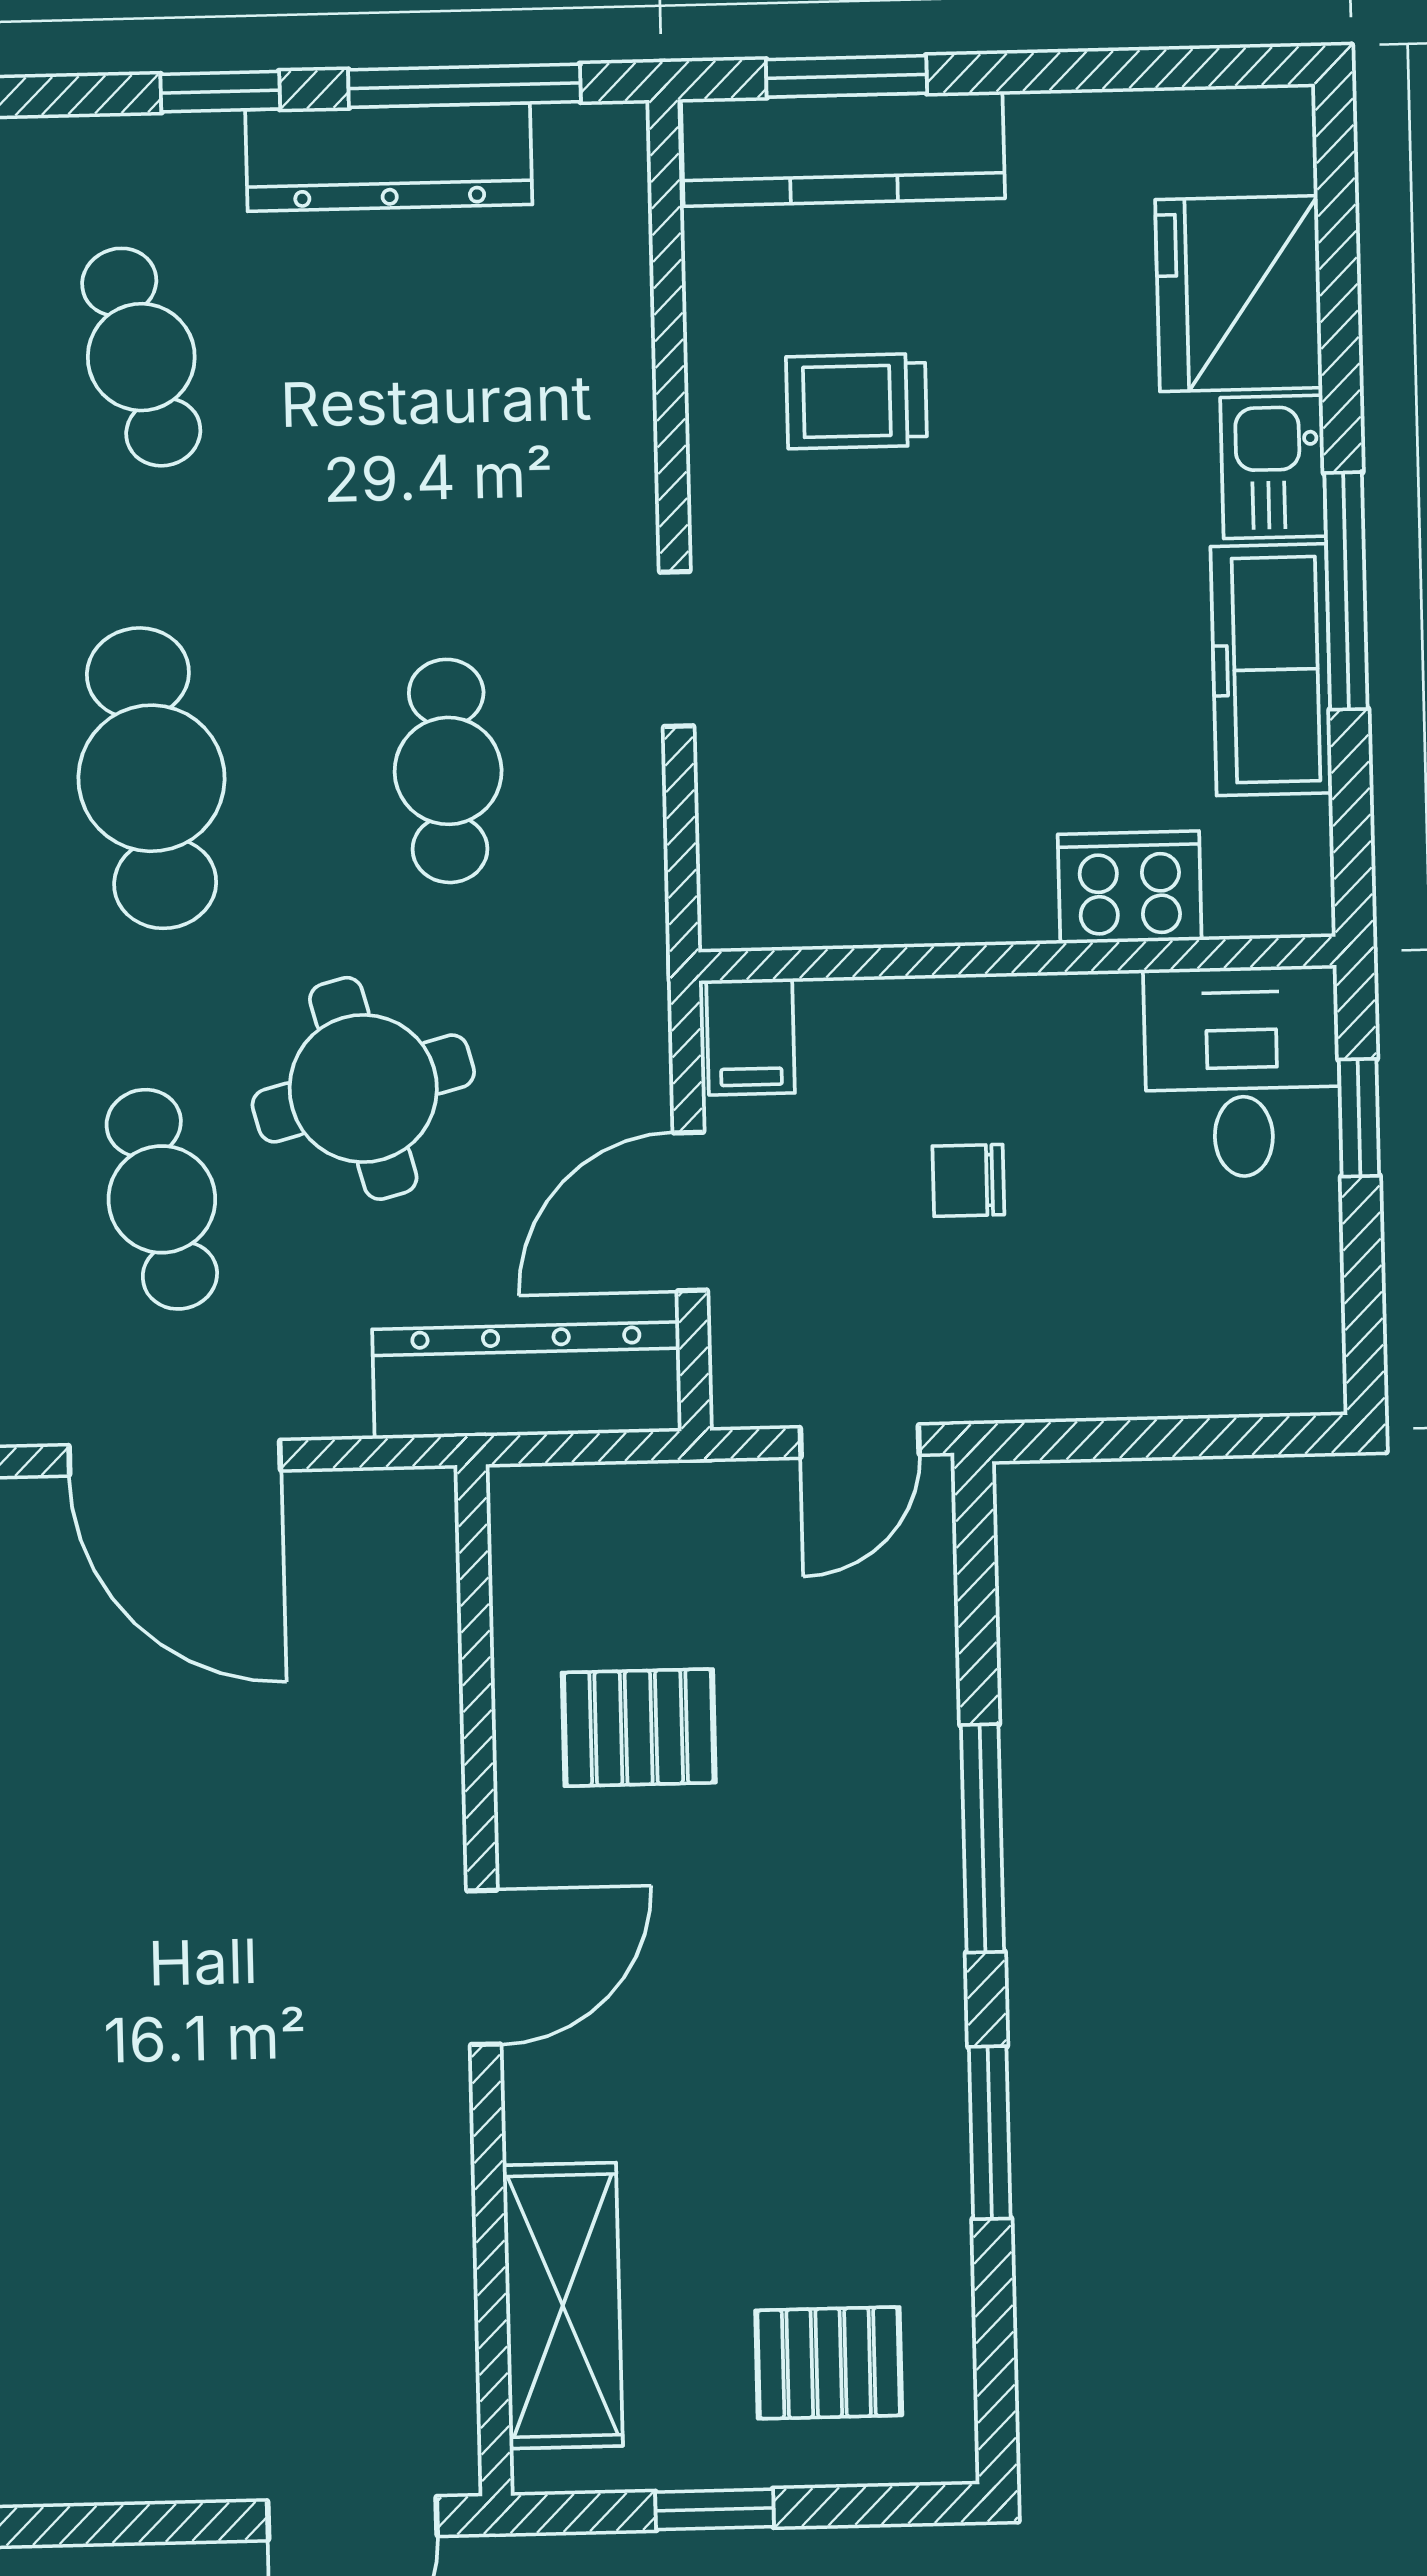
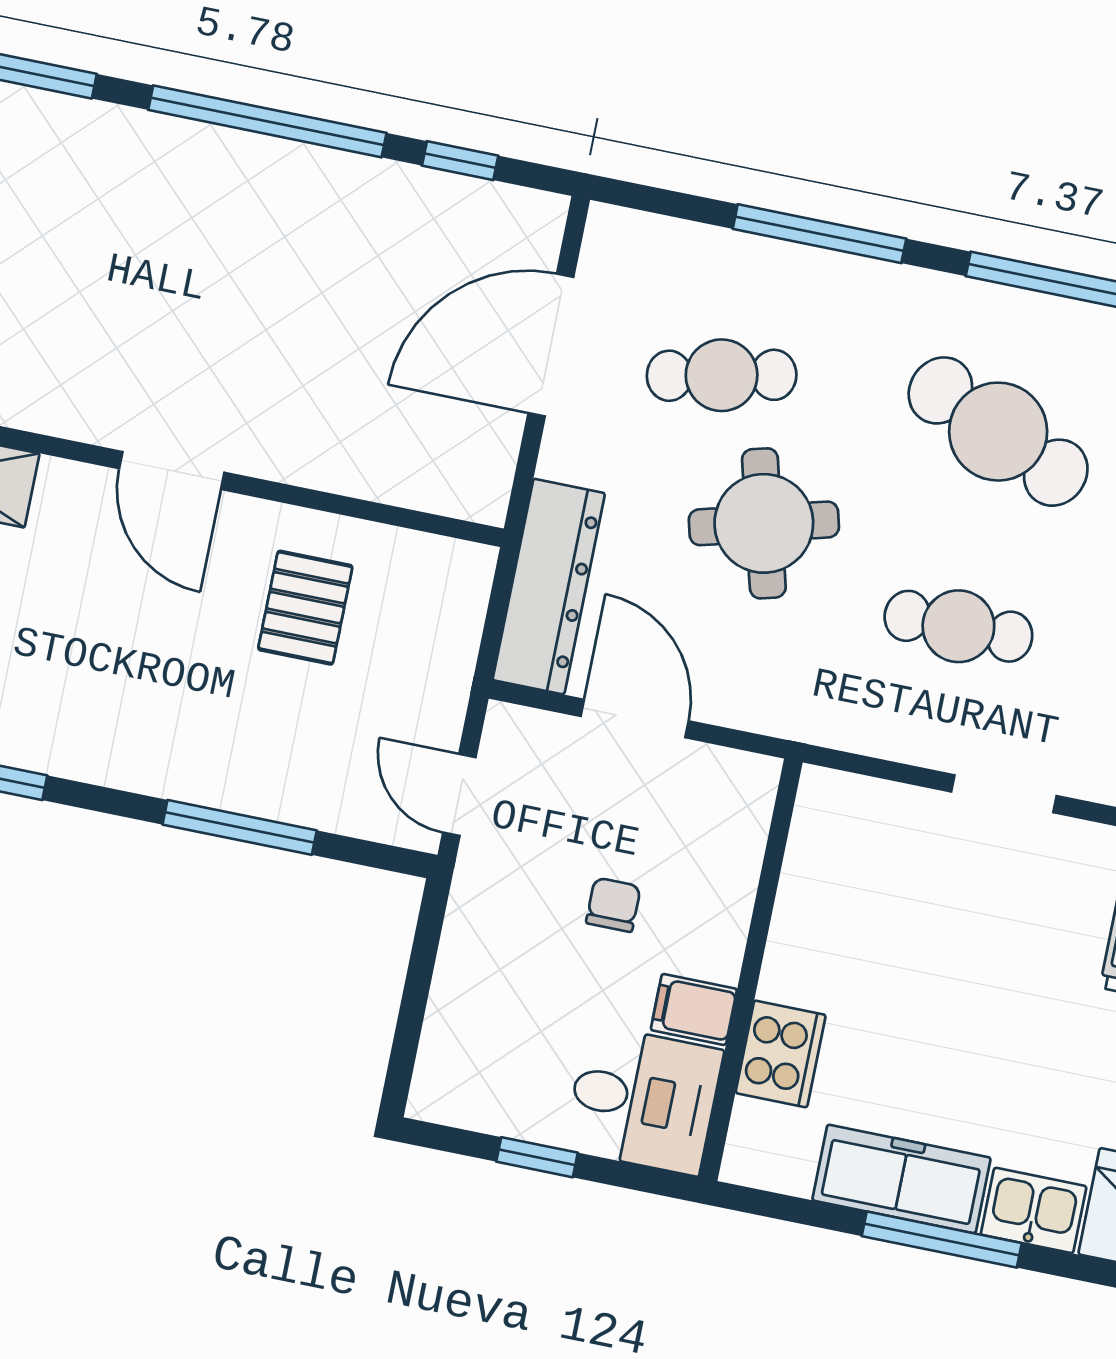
cafe table: (152, 778) -> (998, 432), turned 30
filing cabinet: (751, 1037) -> (694, 1009), moved
window: (1359, 1118) -> (537, 1157), moved
window: (983, 1838) -> (240, 827), moved

